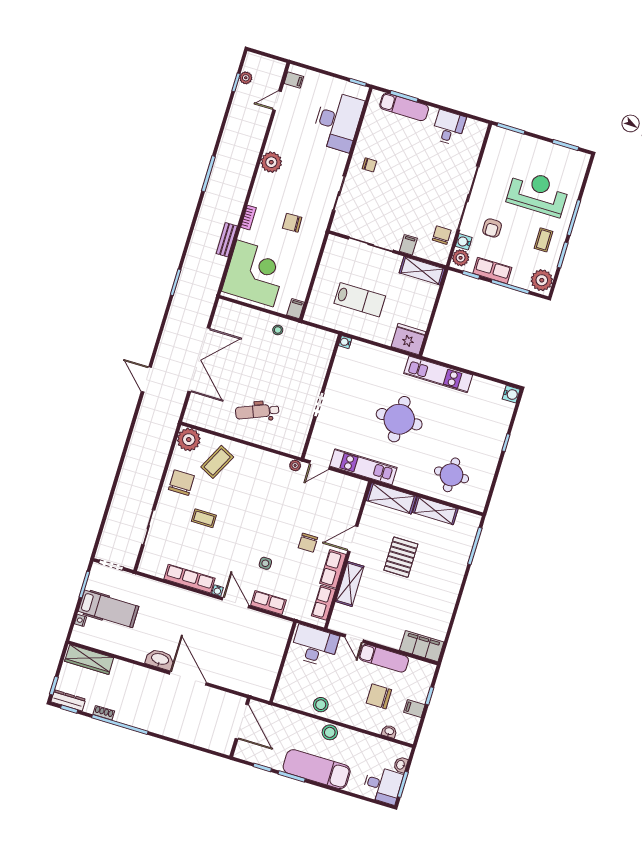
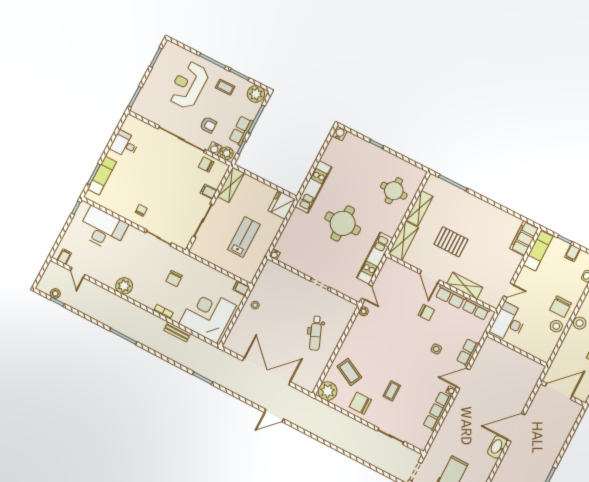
exam couch: (384, 658) -> (538, 251), moved
chair: (379, 696) -> (560, 307), moved

